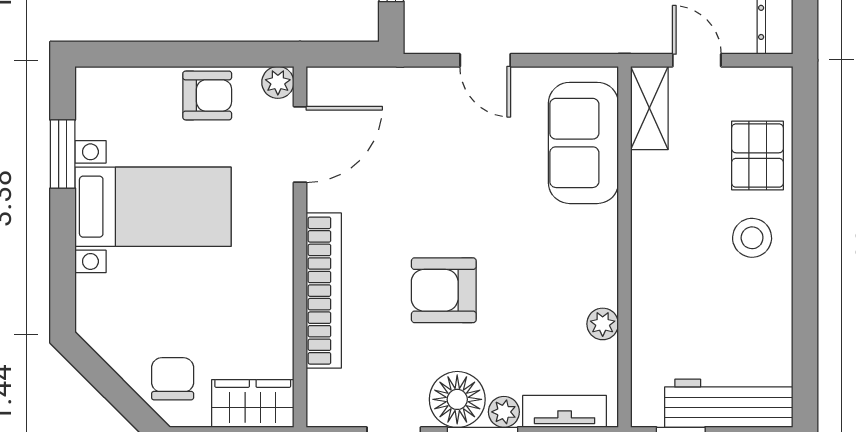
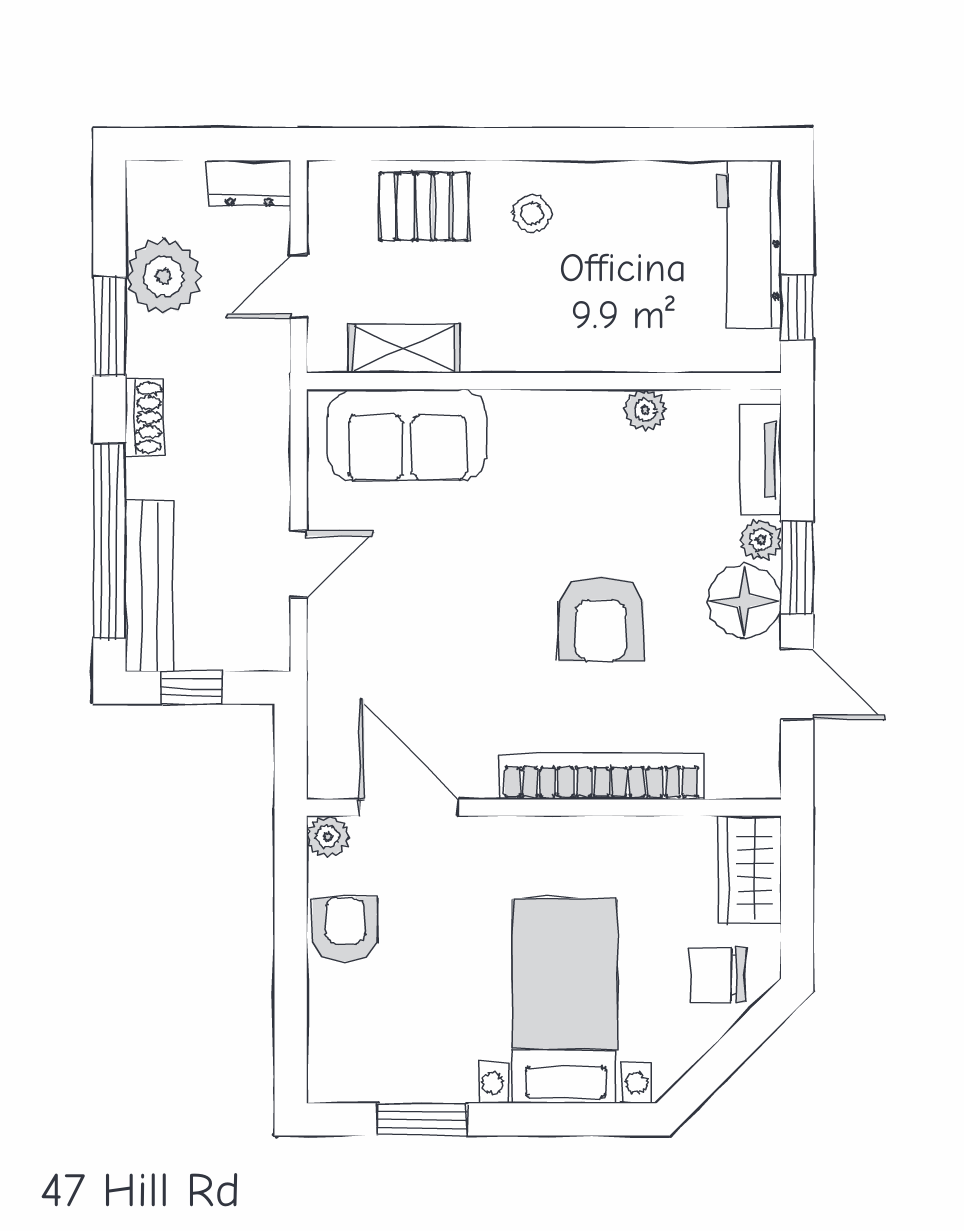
shelving: (649, 108) -> (404, 349), moved
bed with nightstands: (153, 207) -> (565, 1001), moved
stool: (752, 238) -> (532, 214), width x0.73, depth x0.73

